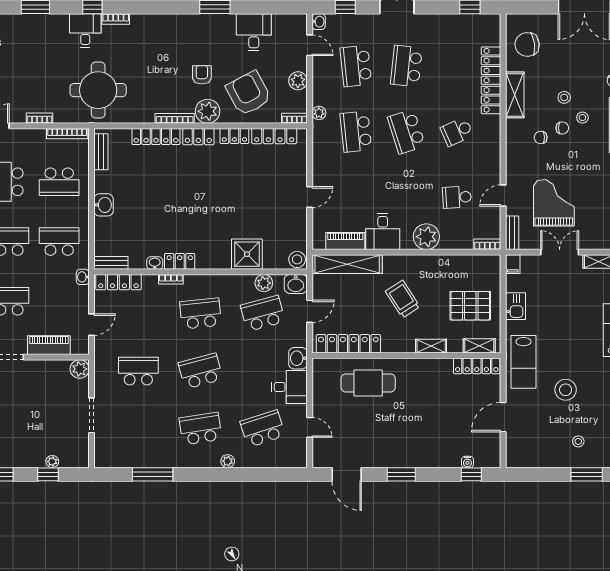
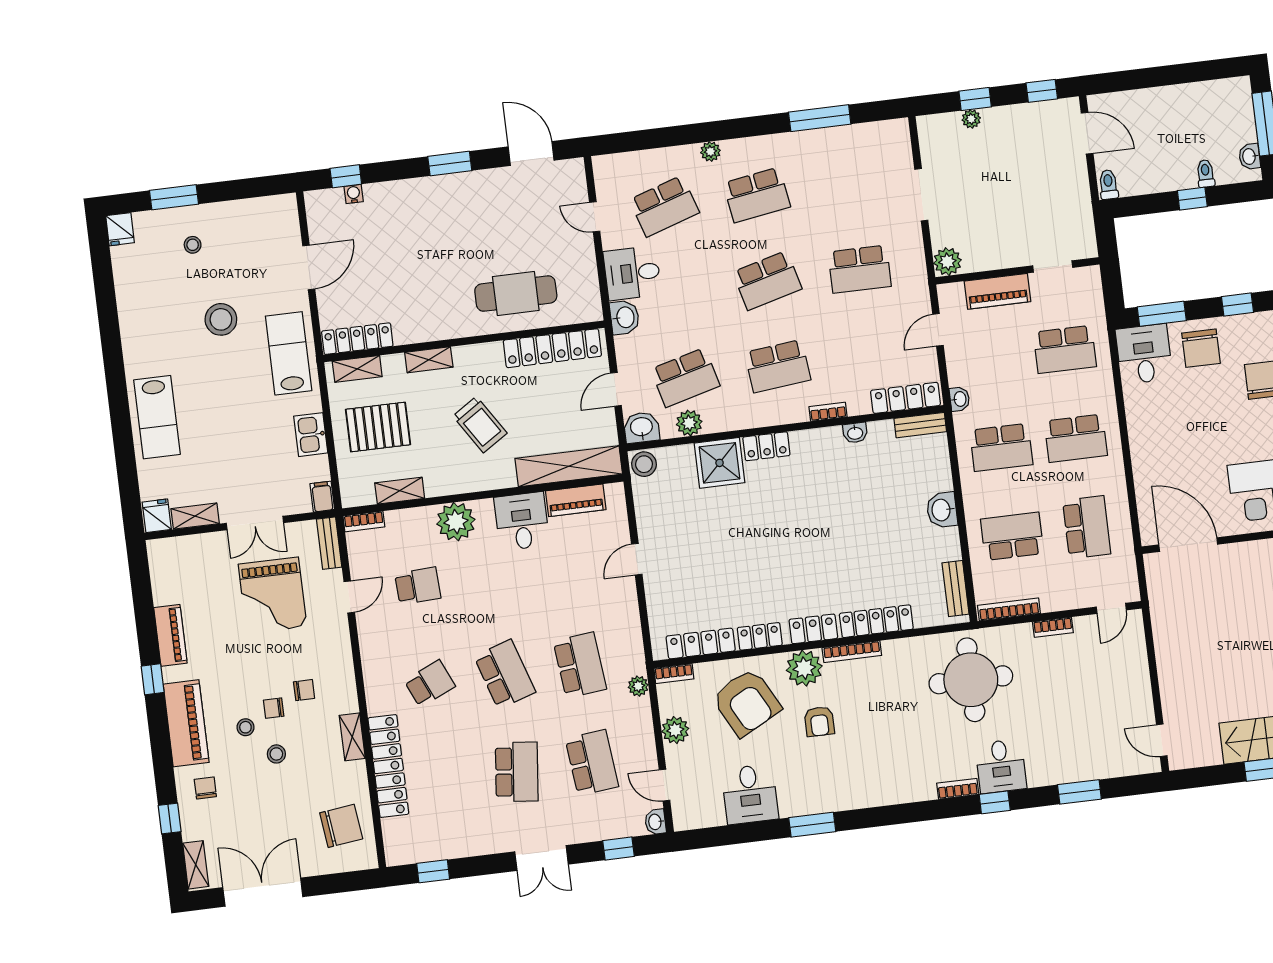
shelving: (515, 95) -> (352, 737), width x0.67, depth x0.75
locker: (180, 261) -> (766, 446), moved
shelving: (461, 262) -> (400, 491), added

